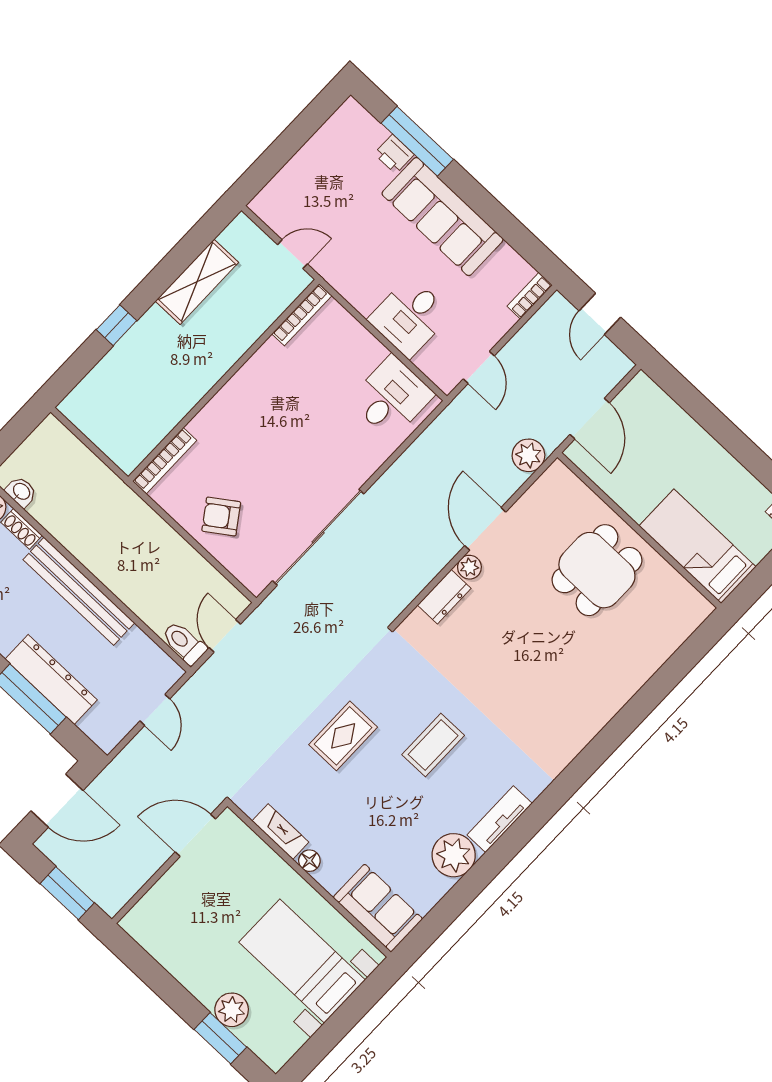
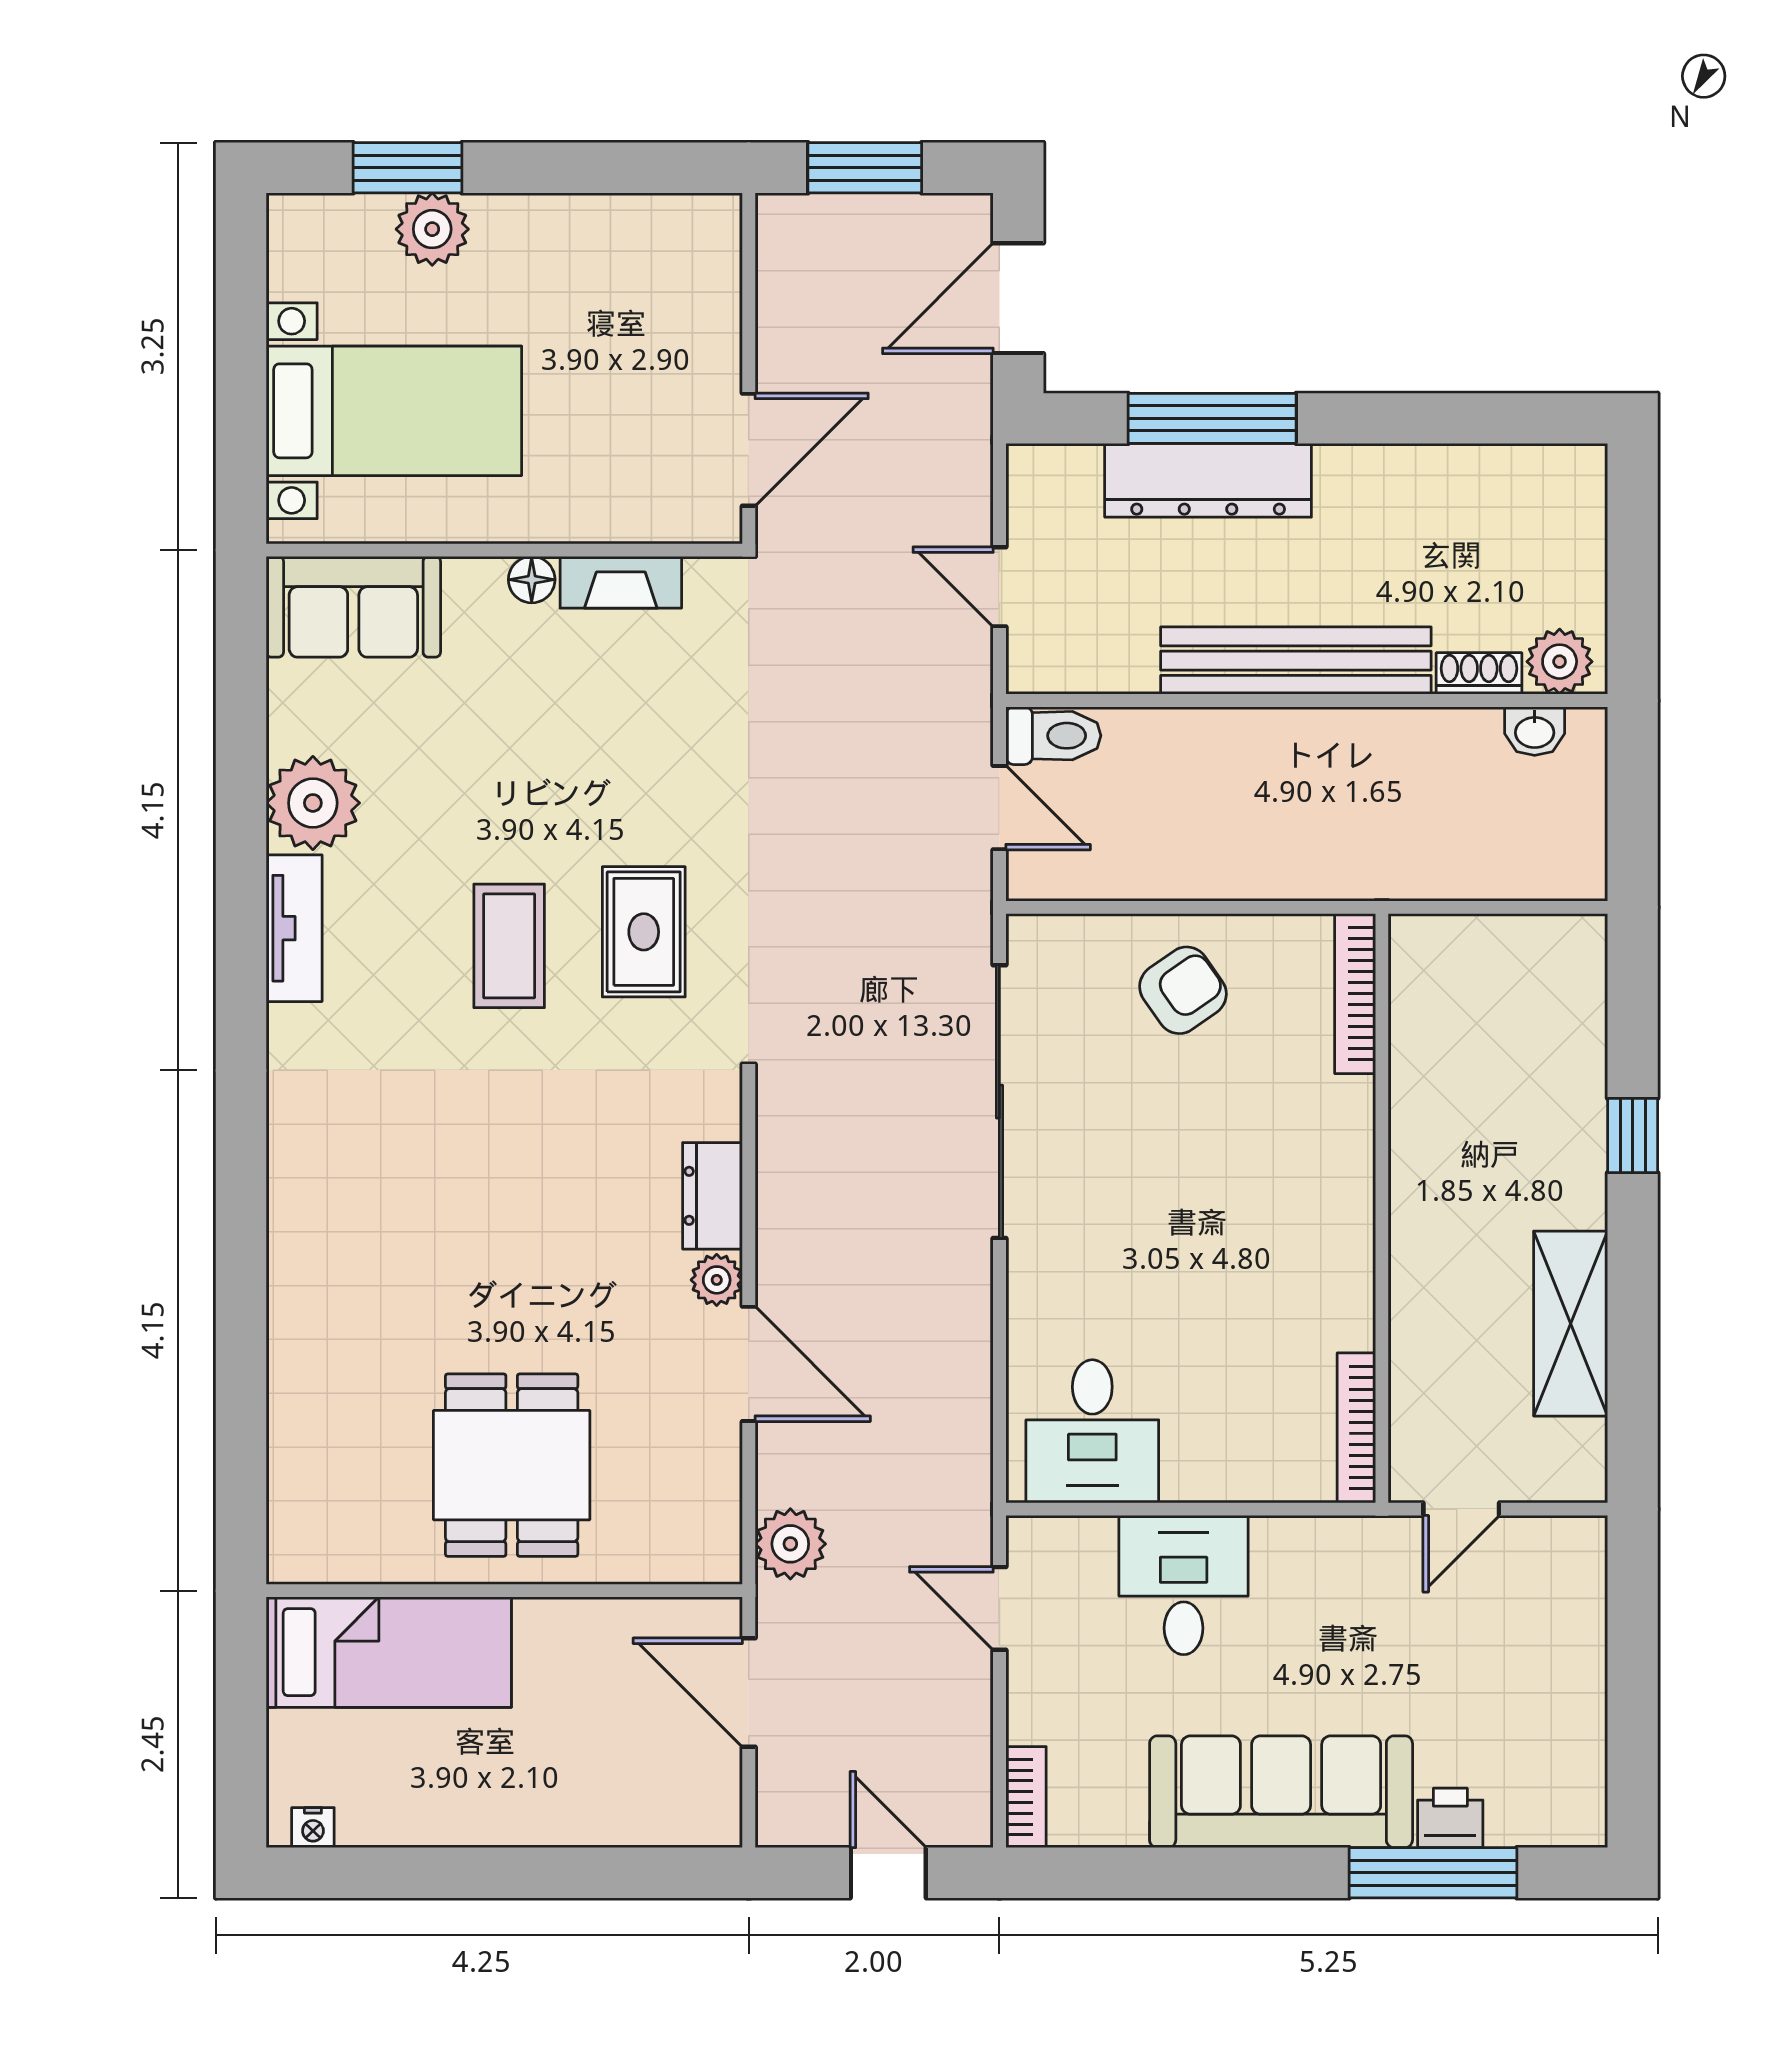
rug: (343, 736) -> (644, 932), moved

